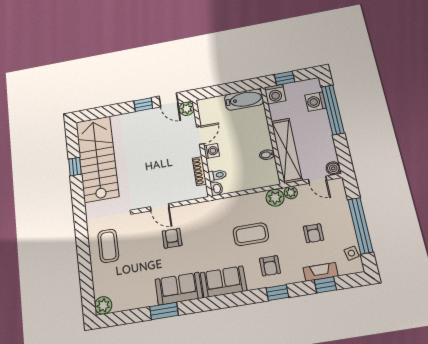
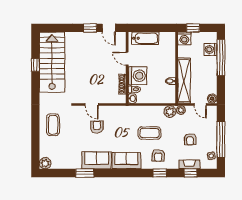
bathtub: (244, 100) -> (145, 38), moved
plant: (187, 109) -> (121, 37), removed
door: (200, 135) -> (127, 59), swing flipped
washing machine: (212, 151) -> (137, 76), width x1.89, depth x1.89

